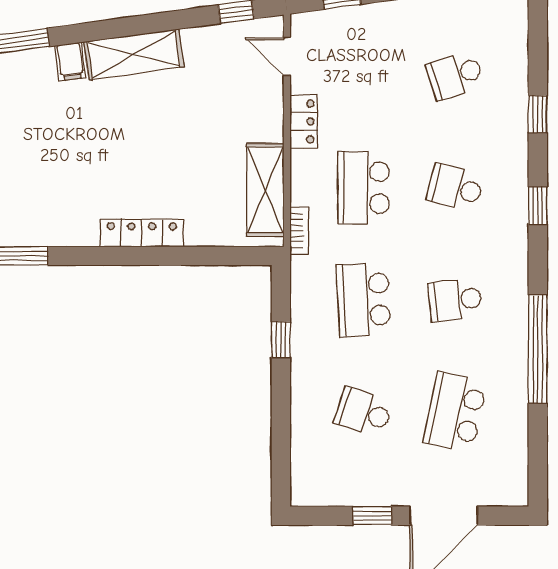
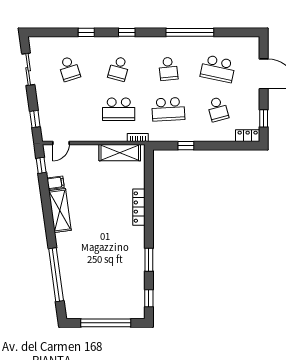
filing cabinet: (70, 62) -> (56, 183), moved
locker: (304, 122) -> (248, 136), moved
school desk: (363, 412) -> (218, 109), turned -33
window: (372, 516) -> (264, 118), moved

